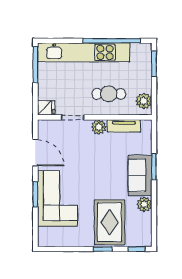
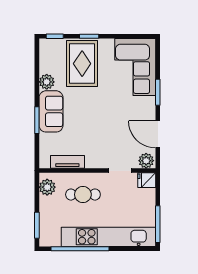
plant: (99, 127) -> (146, 161), moved
corner sofa: (57, 198) -> (135, 67), moved

